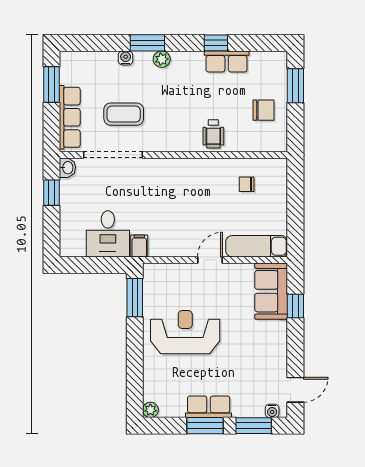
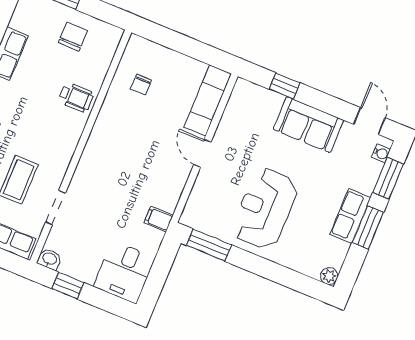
doorway: (113, 155) -> (55, 208), width x0.53
desk: (108, 234) -> (124, 272), moved, turned 90
sofa: (271, 291) -> (309, 125), moved

